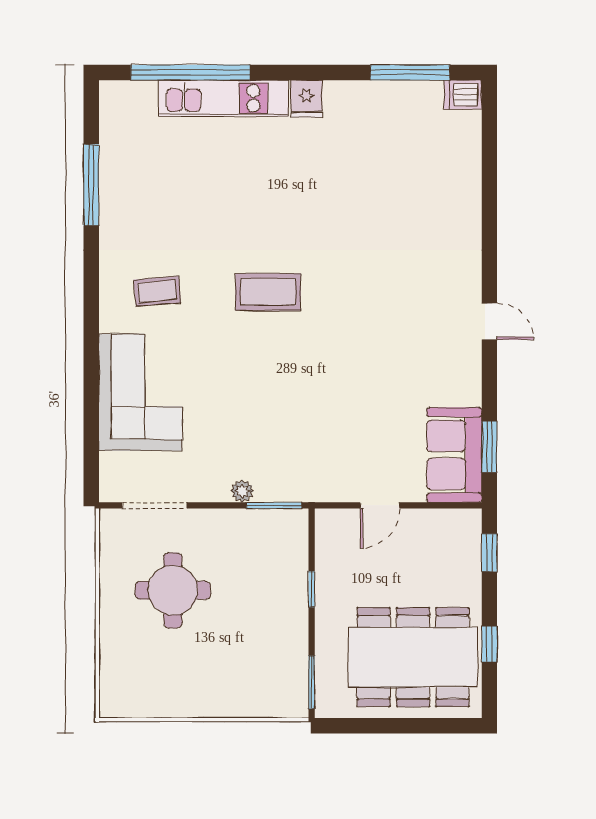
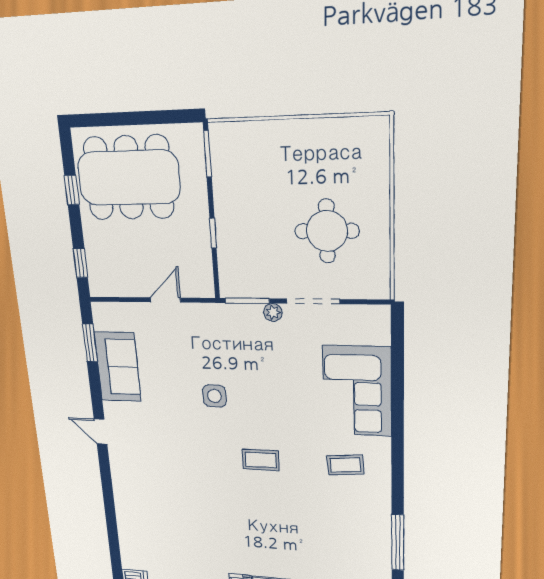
coffee table: (268, 292) -> (261, 460), width x0.73, depth x0.77
side table: (325, 379) -> (214, 396), added
sofa: (454, 455) -> (118, 367), moved
doorway: (155, 505) -> (313, 301), moved

